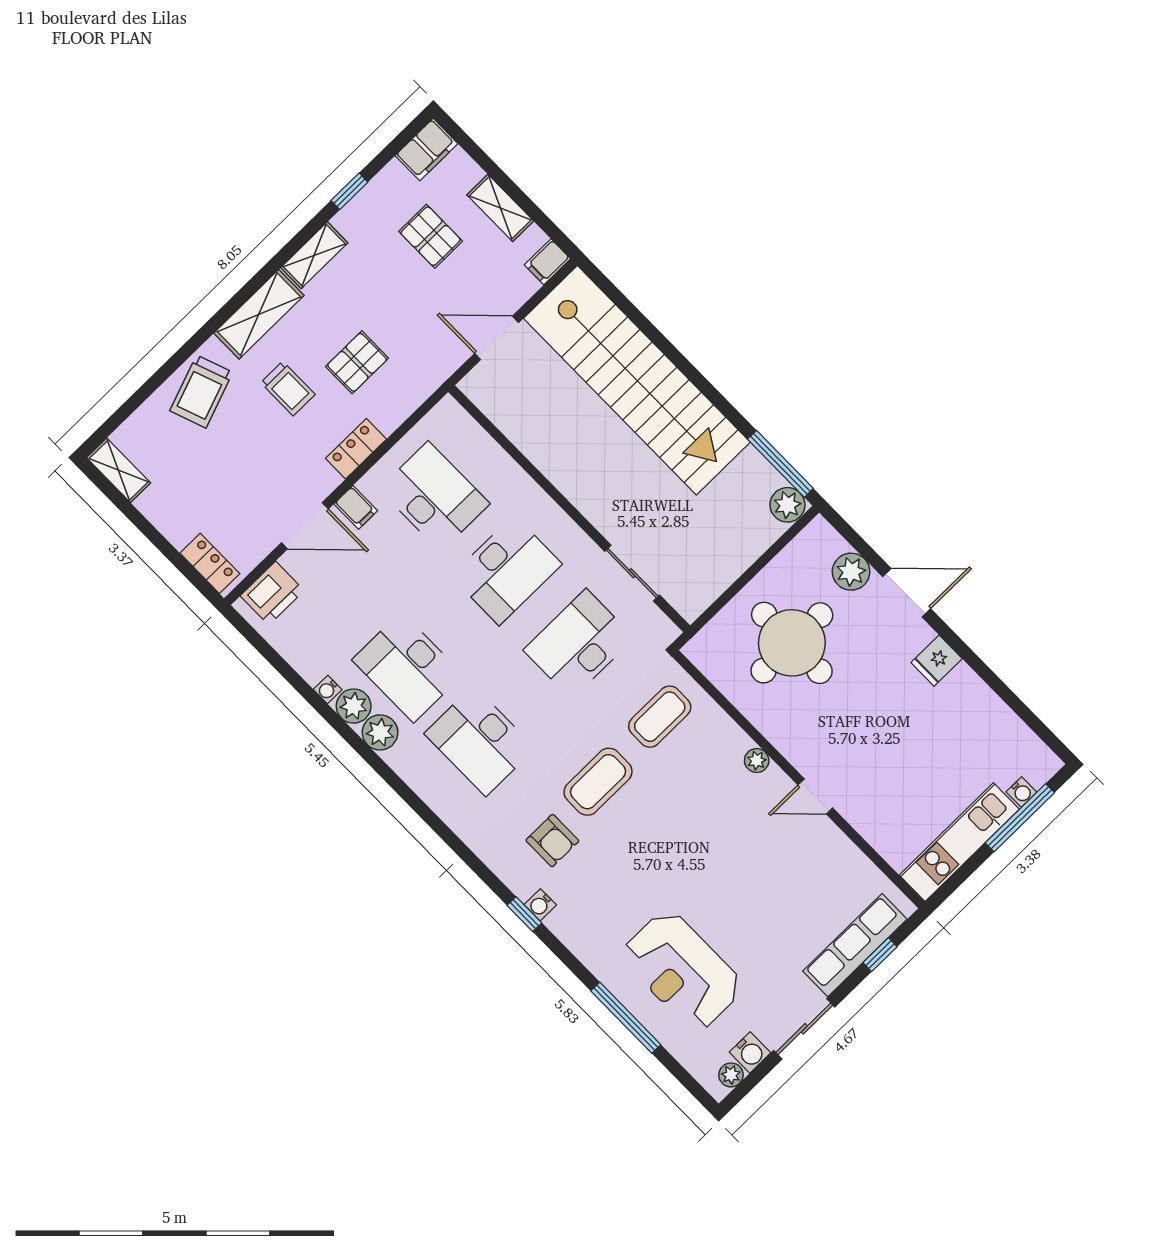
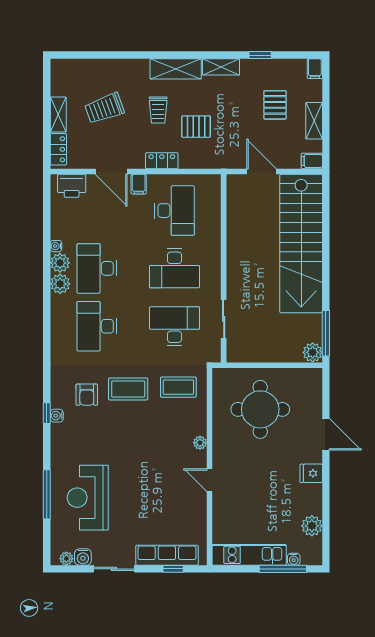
filing cabinet: (426, 150) -> (315, 69), width x0.50
trolley: (201, 391) -> (104, 108), moved
shelving: (118, 470) -> (58, 114), moved
plant: (851, 572) -> (312, 526), moved

